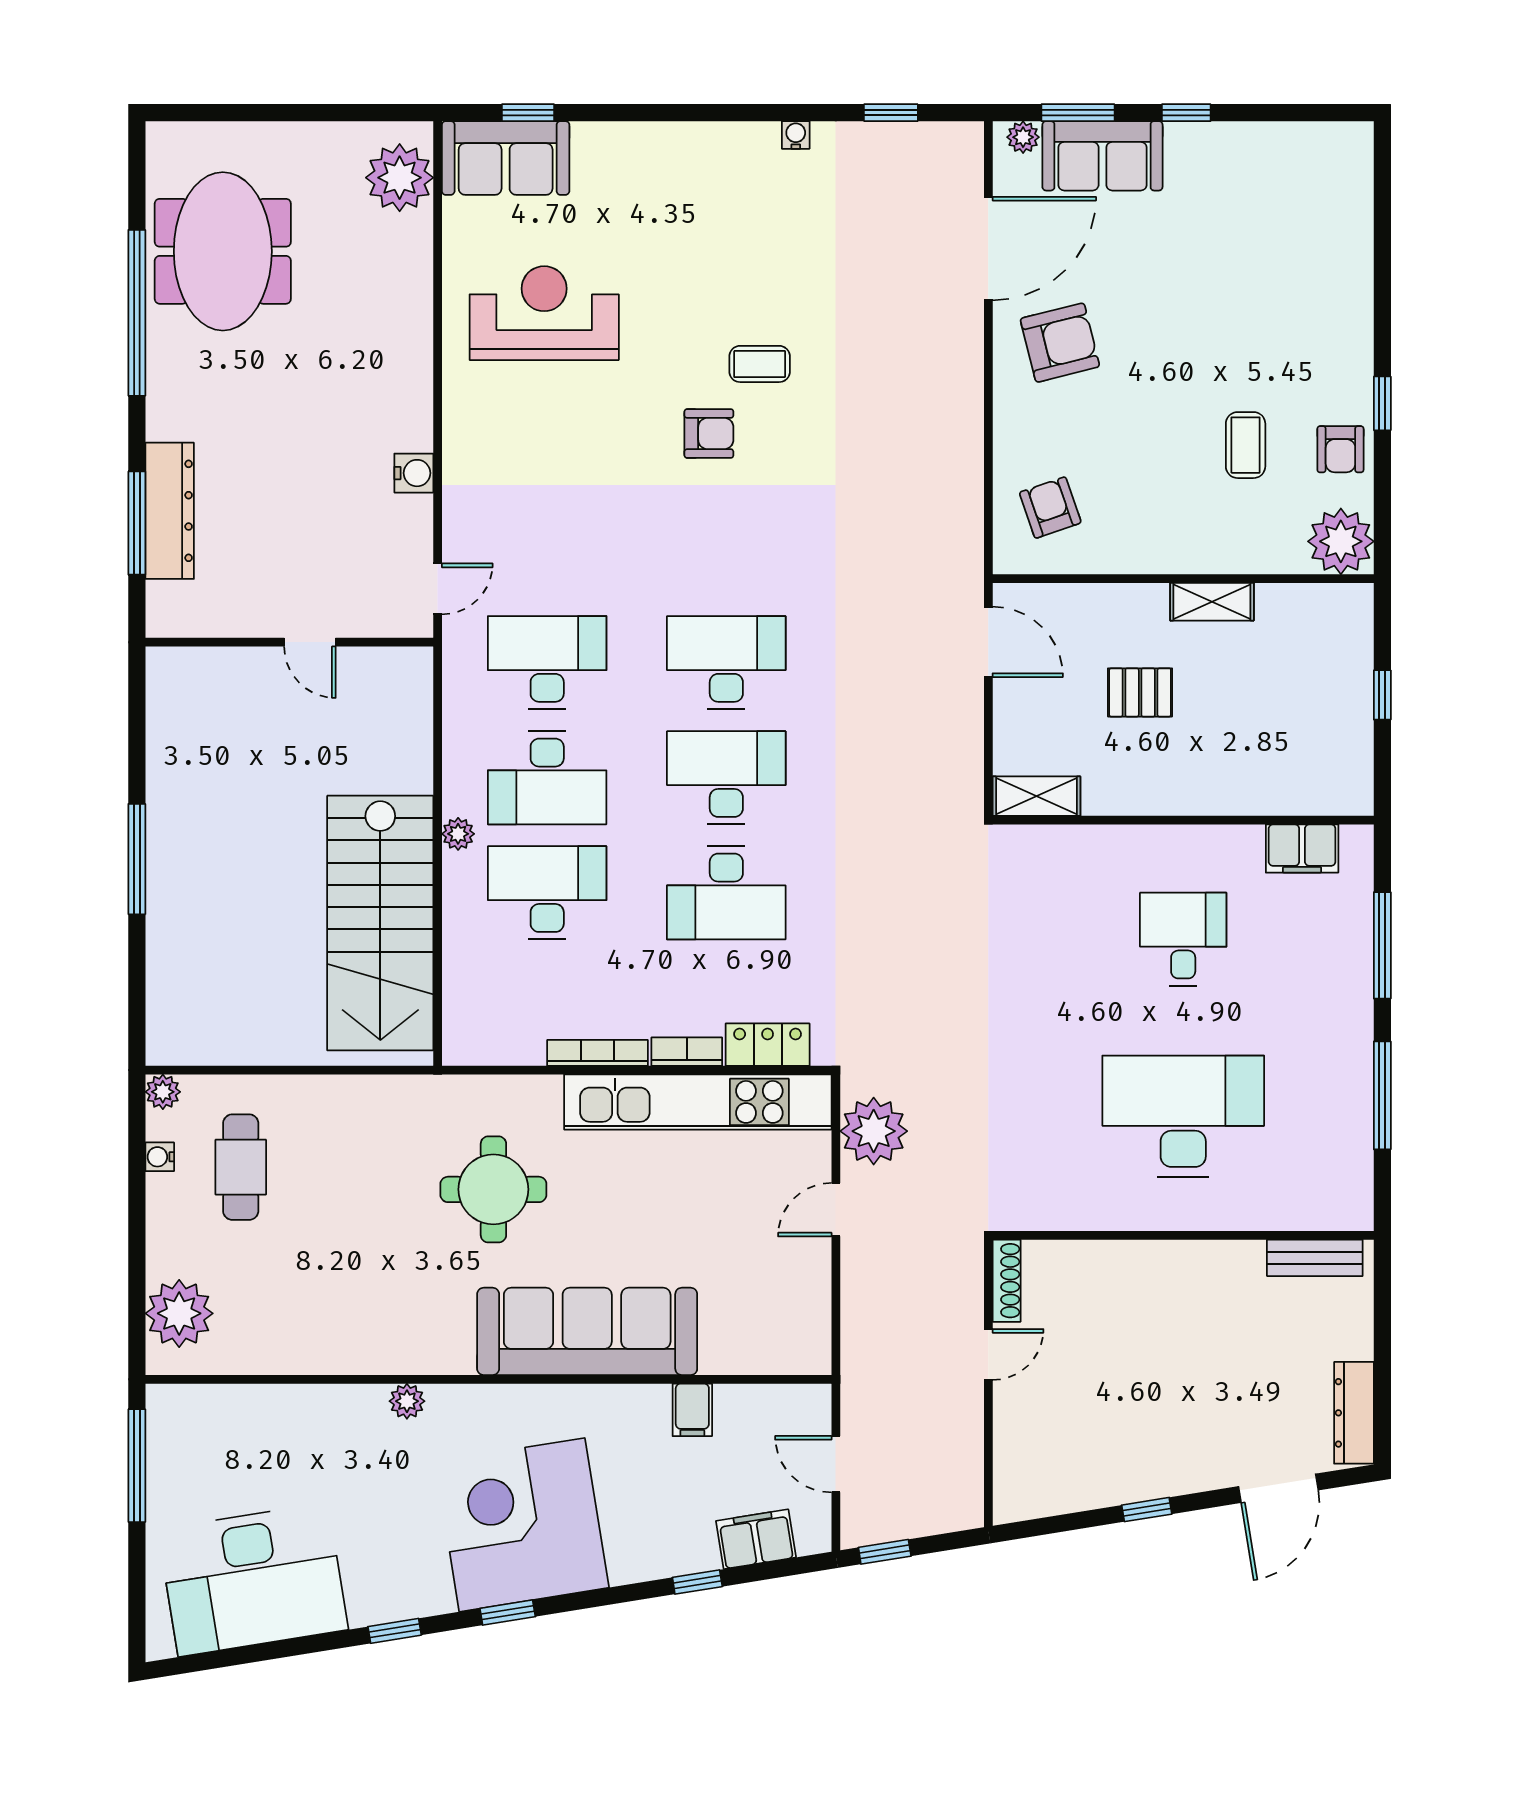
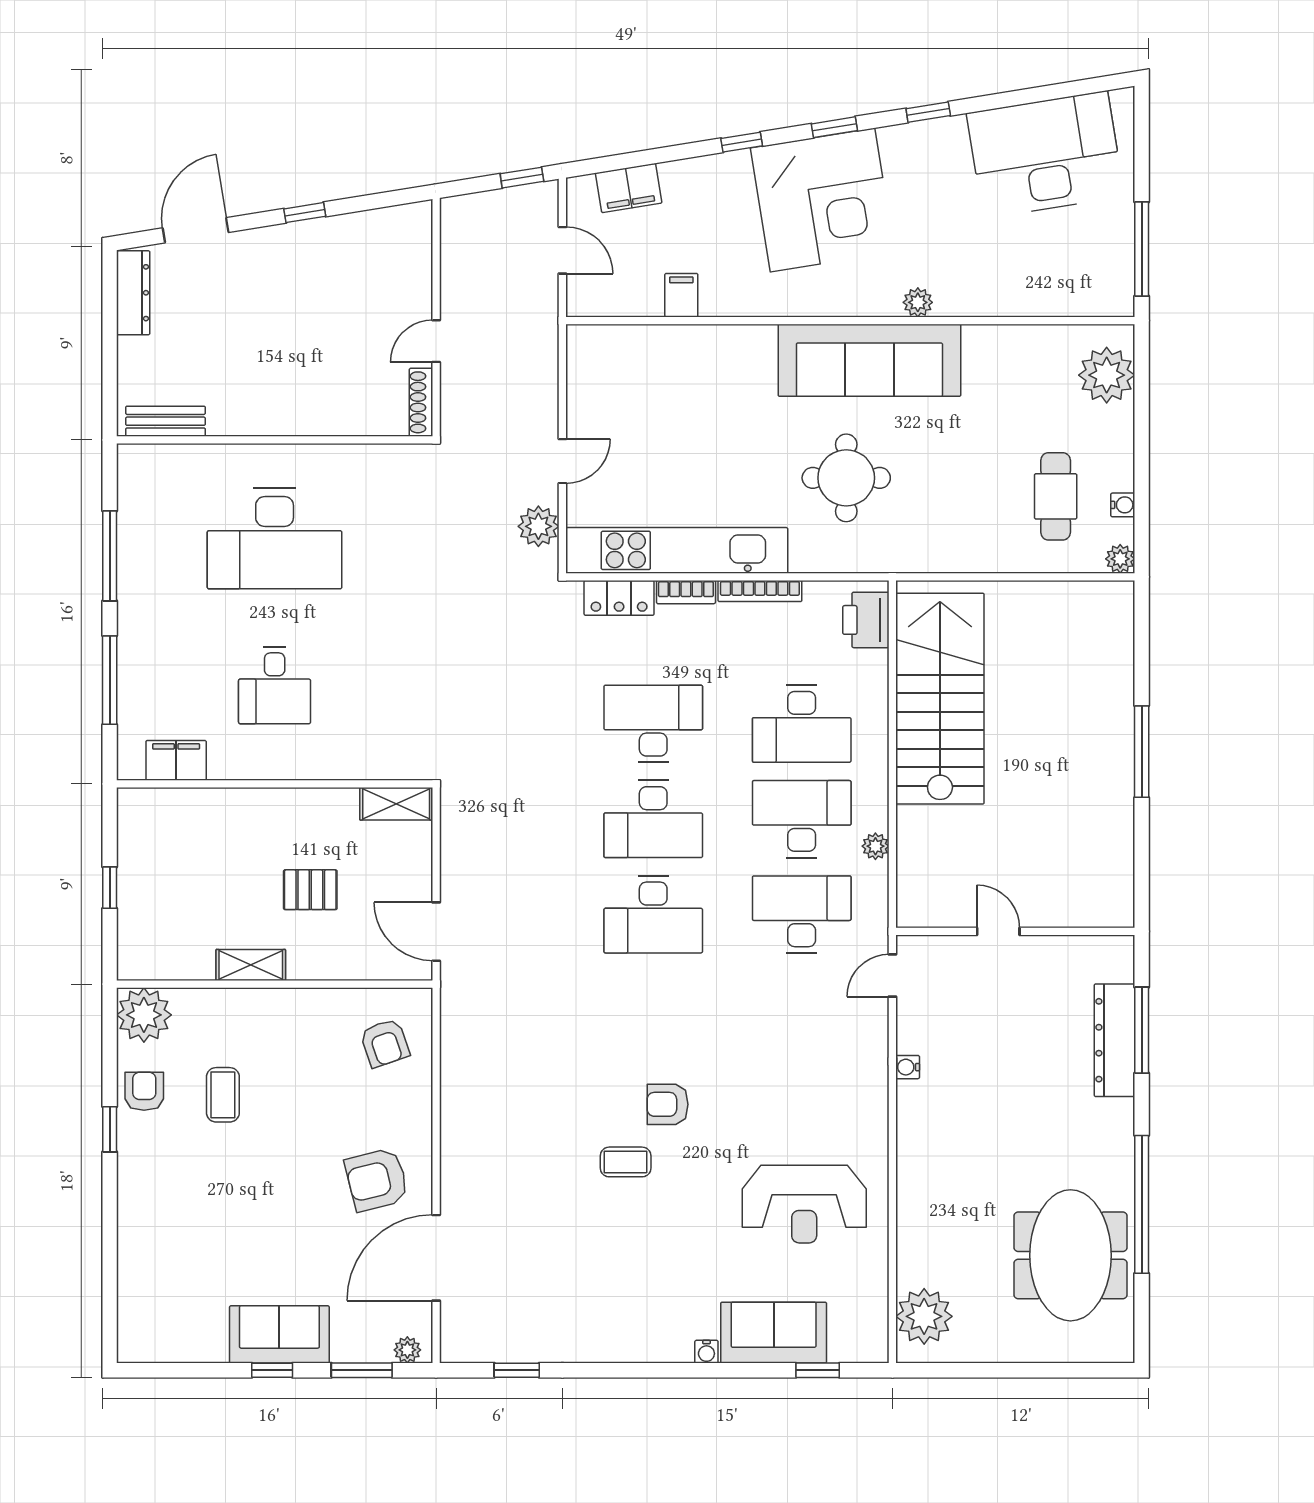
water cooler: (796, 135) -> (706, 1352), moved
sofa: (1102, 156) -> (279, 1334), moved
sofa: (506, 158) -> (774, 1333), moved
water cooler: (414, 473) -> (908, 1067), width x0.72, depth x0.72
desk: (547, 663) -> (802, 914), turned 180
plant: (458, 834) -> (875, 846), moved
printer: (470, 1018) -> (866, 620), added
plant: (874, 1131) -> (538, 526), width x0.73, depth x0.73
sofa: (587, 1331) -> (869, 360), moved
window: (697, 1582) -> (742, 142), moved

